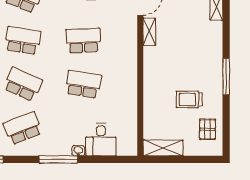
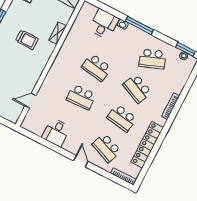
shelving: (149, 32) -> (58, 33), moved
trolley: (189, 99) -> (27, 40), moved

